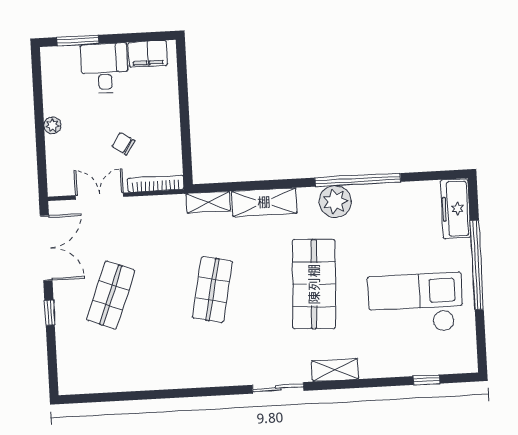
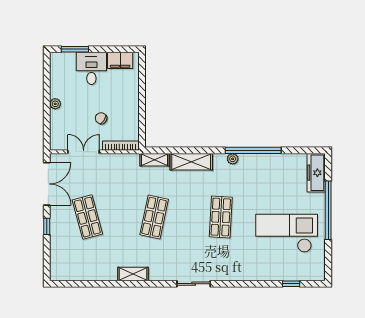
plant: (335, 202) -> (233, 159), width x0.53, depth x0.53
shop shelf: (314, 284) -> (221, 217), width x0.70, depth x0.74
shop shelf: (111, 295) -> (87, 217), turned -36
shelving: (335, 370) -> (133, 274), moved

